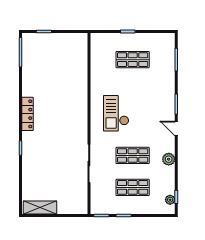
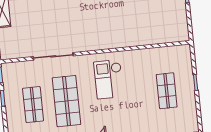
checkout: (116, 113) -> (109, 79), turned -90
shop shelf: (133, 155) -> (66, 101), width x1.43, depth x1.36

